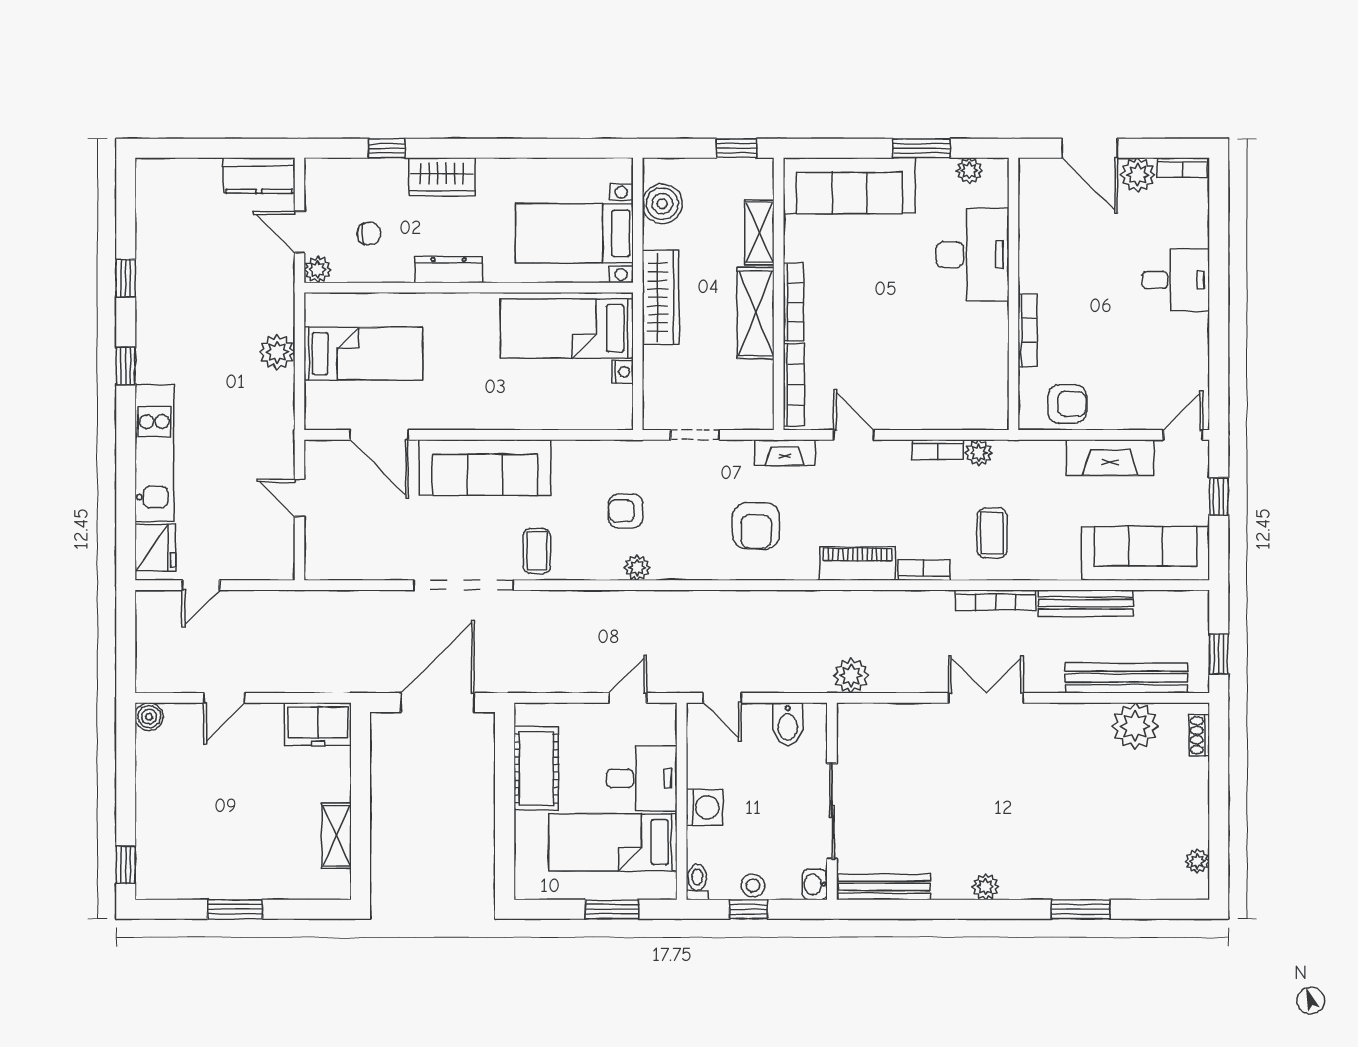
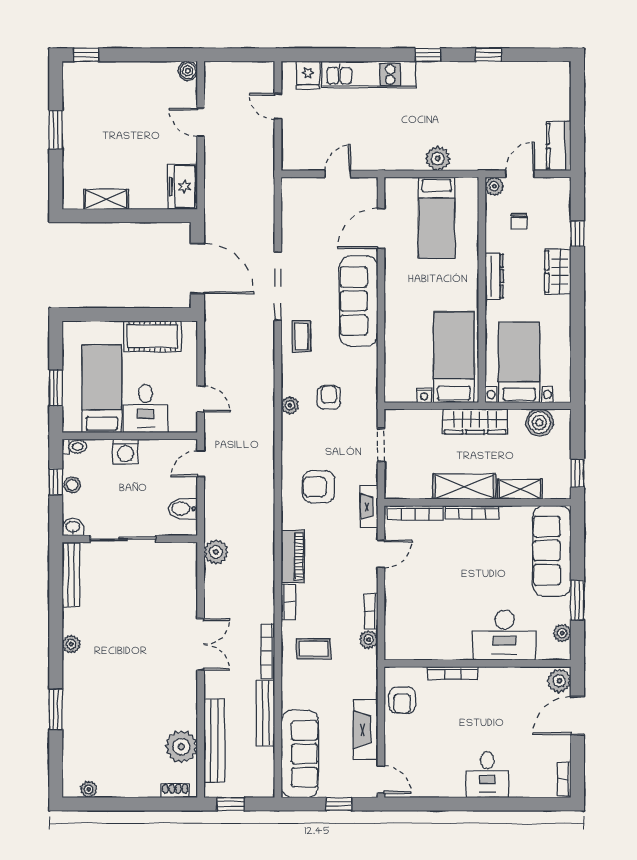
plant: (1138, 175) -> (559, 681), moved
fridge: (155, 548) -> (308, 75), width x0.72
coffee table: (537, 551) -> (301, 337), turned 90

